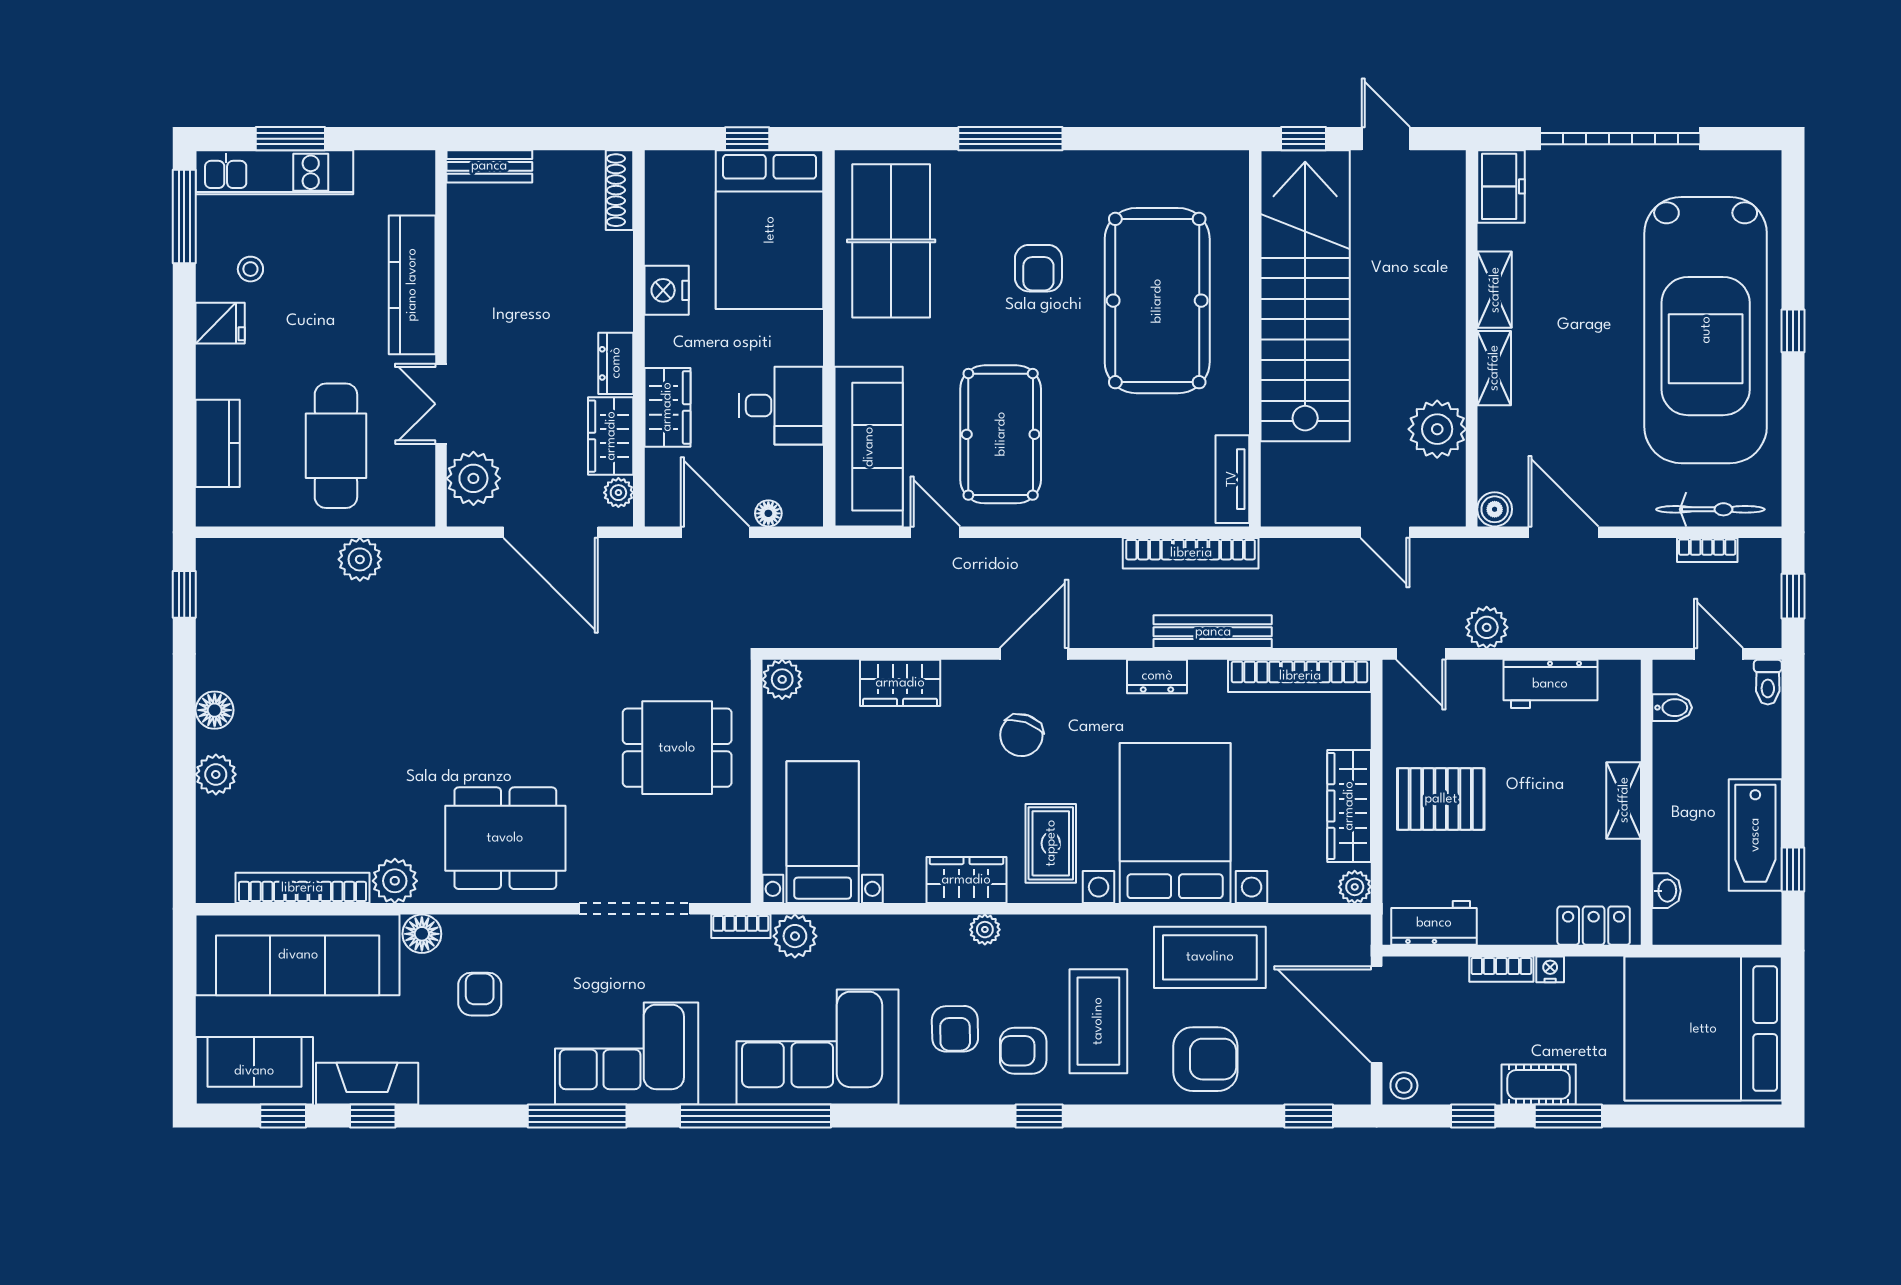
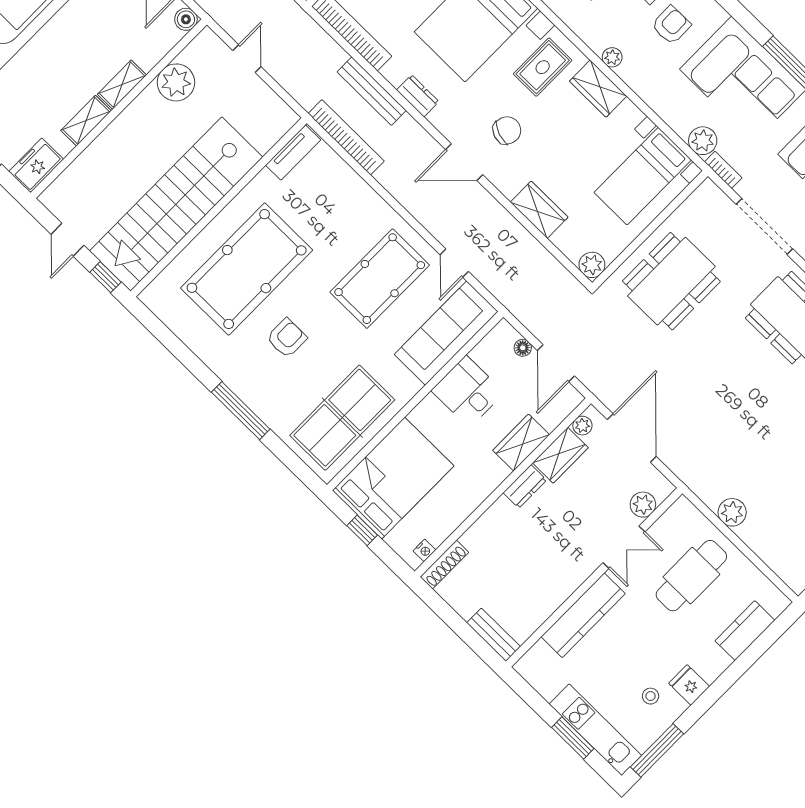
nightstand: (667, 290) -> (424, 550), moved, width x0.53, depth x0.56
plant: (473, 478) -> (643, 505), width x0.73, depth x0.73
dining table: (677, 748) -> (671, 281), width x1.38

